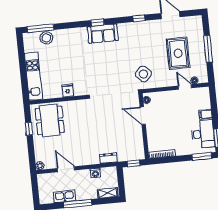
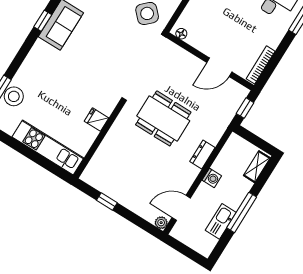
door: (143, 116) -> (219, 67), moved
dining table: (50, 120) -> (163, 118), moved
dresser: (108, 158) -> (202, 154), moved
door: (66, 169) -> (181, 208), moved
washing machine: (95, 173) -> (212, 178), moved

